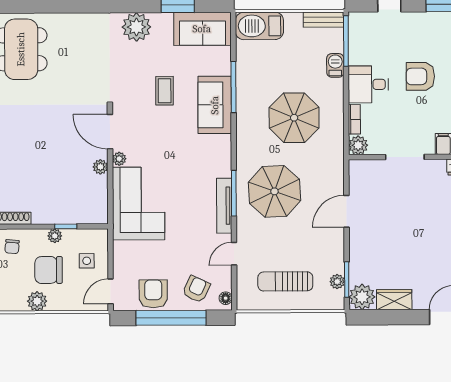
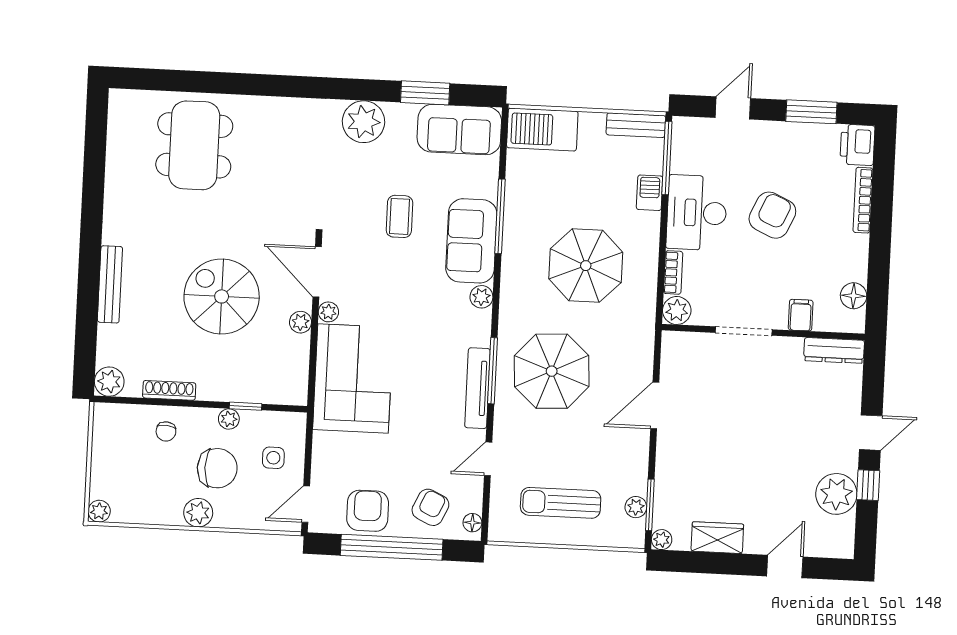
armchair: (420, 76) -> (772, 215), turned 114
desk: (368, 84) -> (697, 213), width x1.37
plant: (224, 143) -> (481, 297), added
spiral stairs: (45, 152) -> (222, 296), added
chair: (49, 270) -> (217, 468), turned 180
plant: (362, 297) -> (662, 540), width x0.53, depth x0.53

